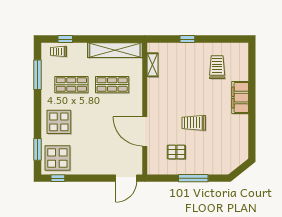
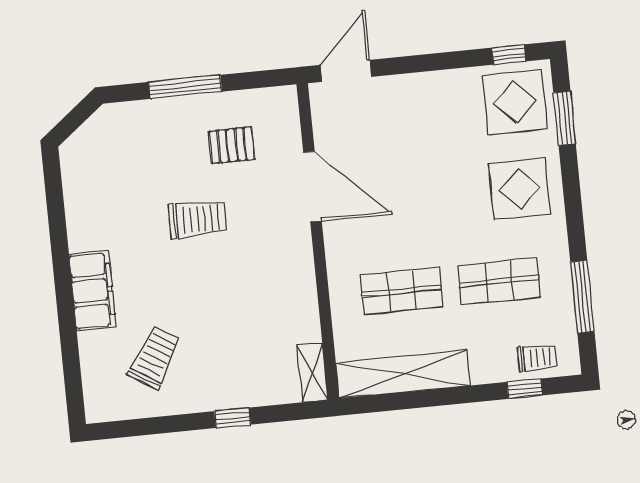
shelving: (152, 65) -> (312, 373), moved
trolley: (217, 67) -> (155, 358), turned -148

